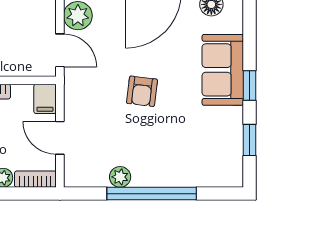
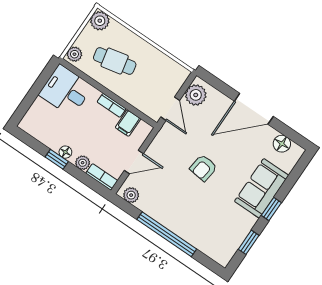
filing cabinet: (45, 99) -> (128, 123), moved
door: (60, 138) -> (134, 162), swing flipped
plant: (120, 177) -> (131, 195), moved

